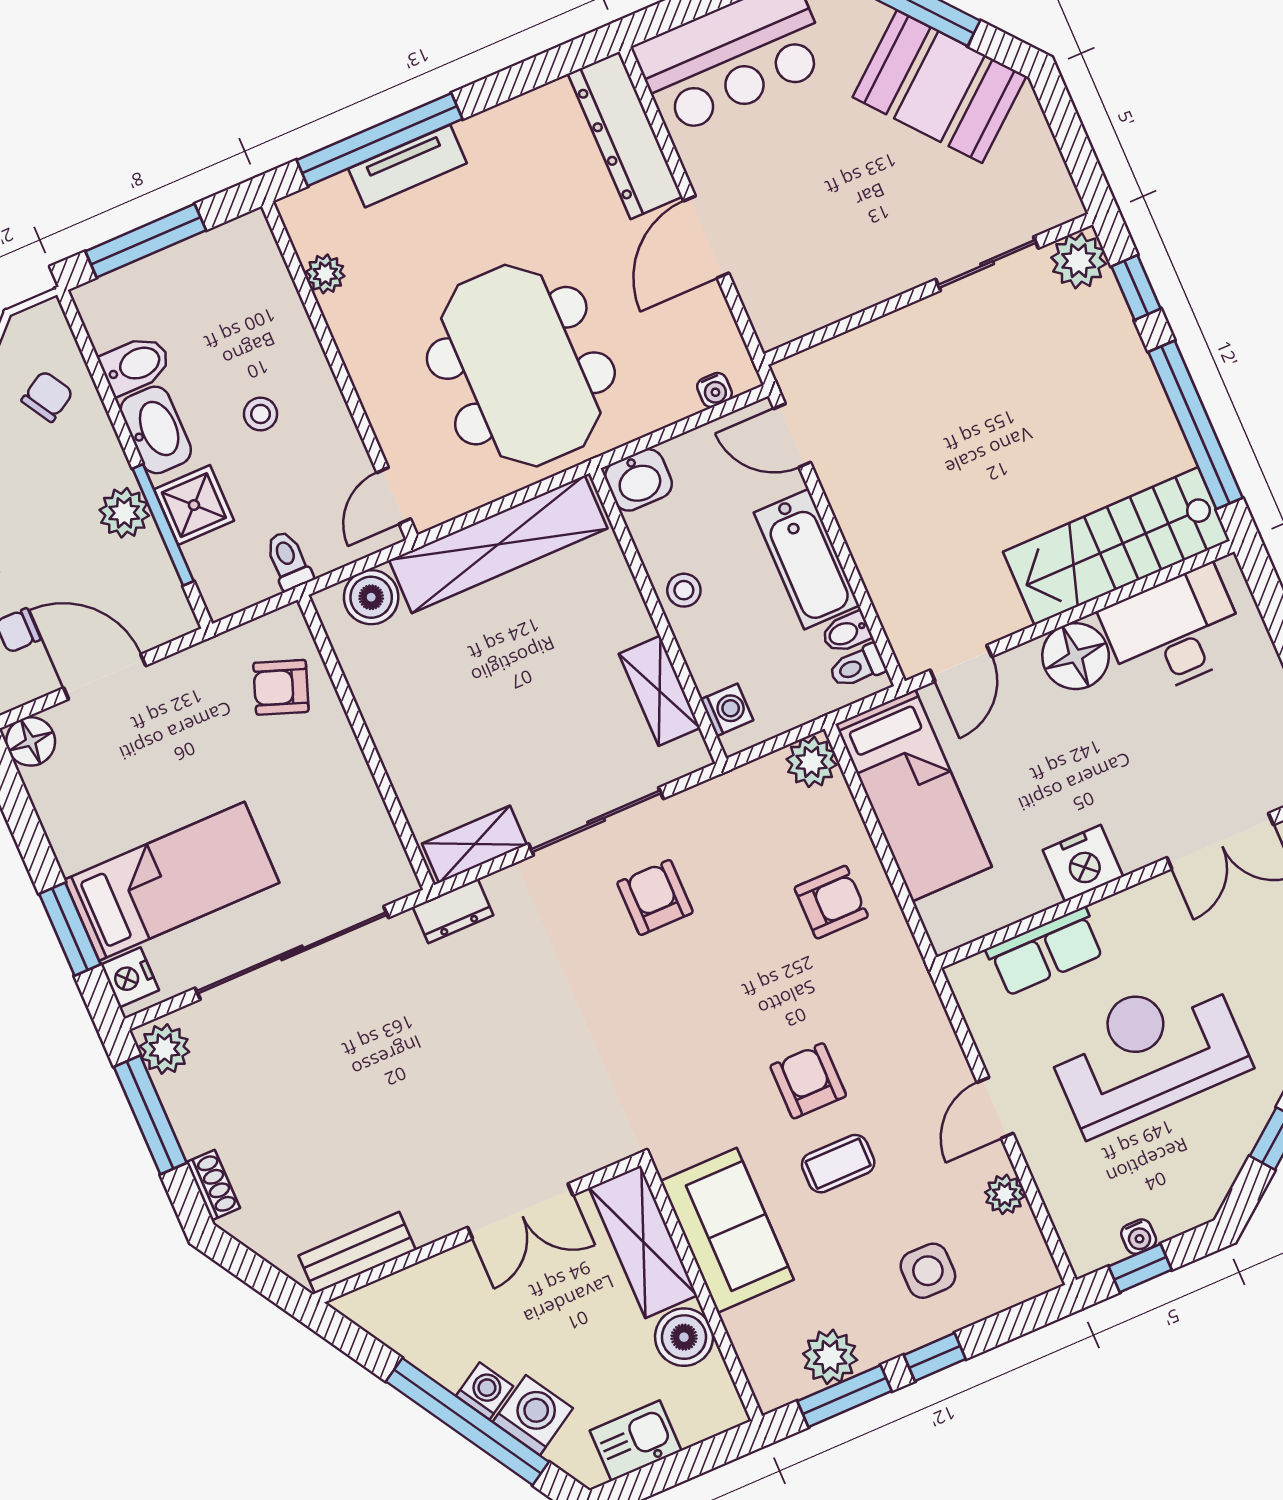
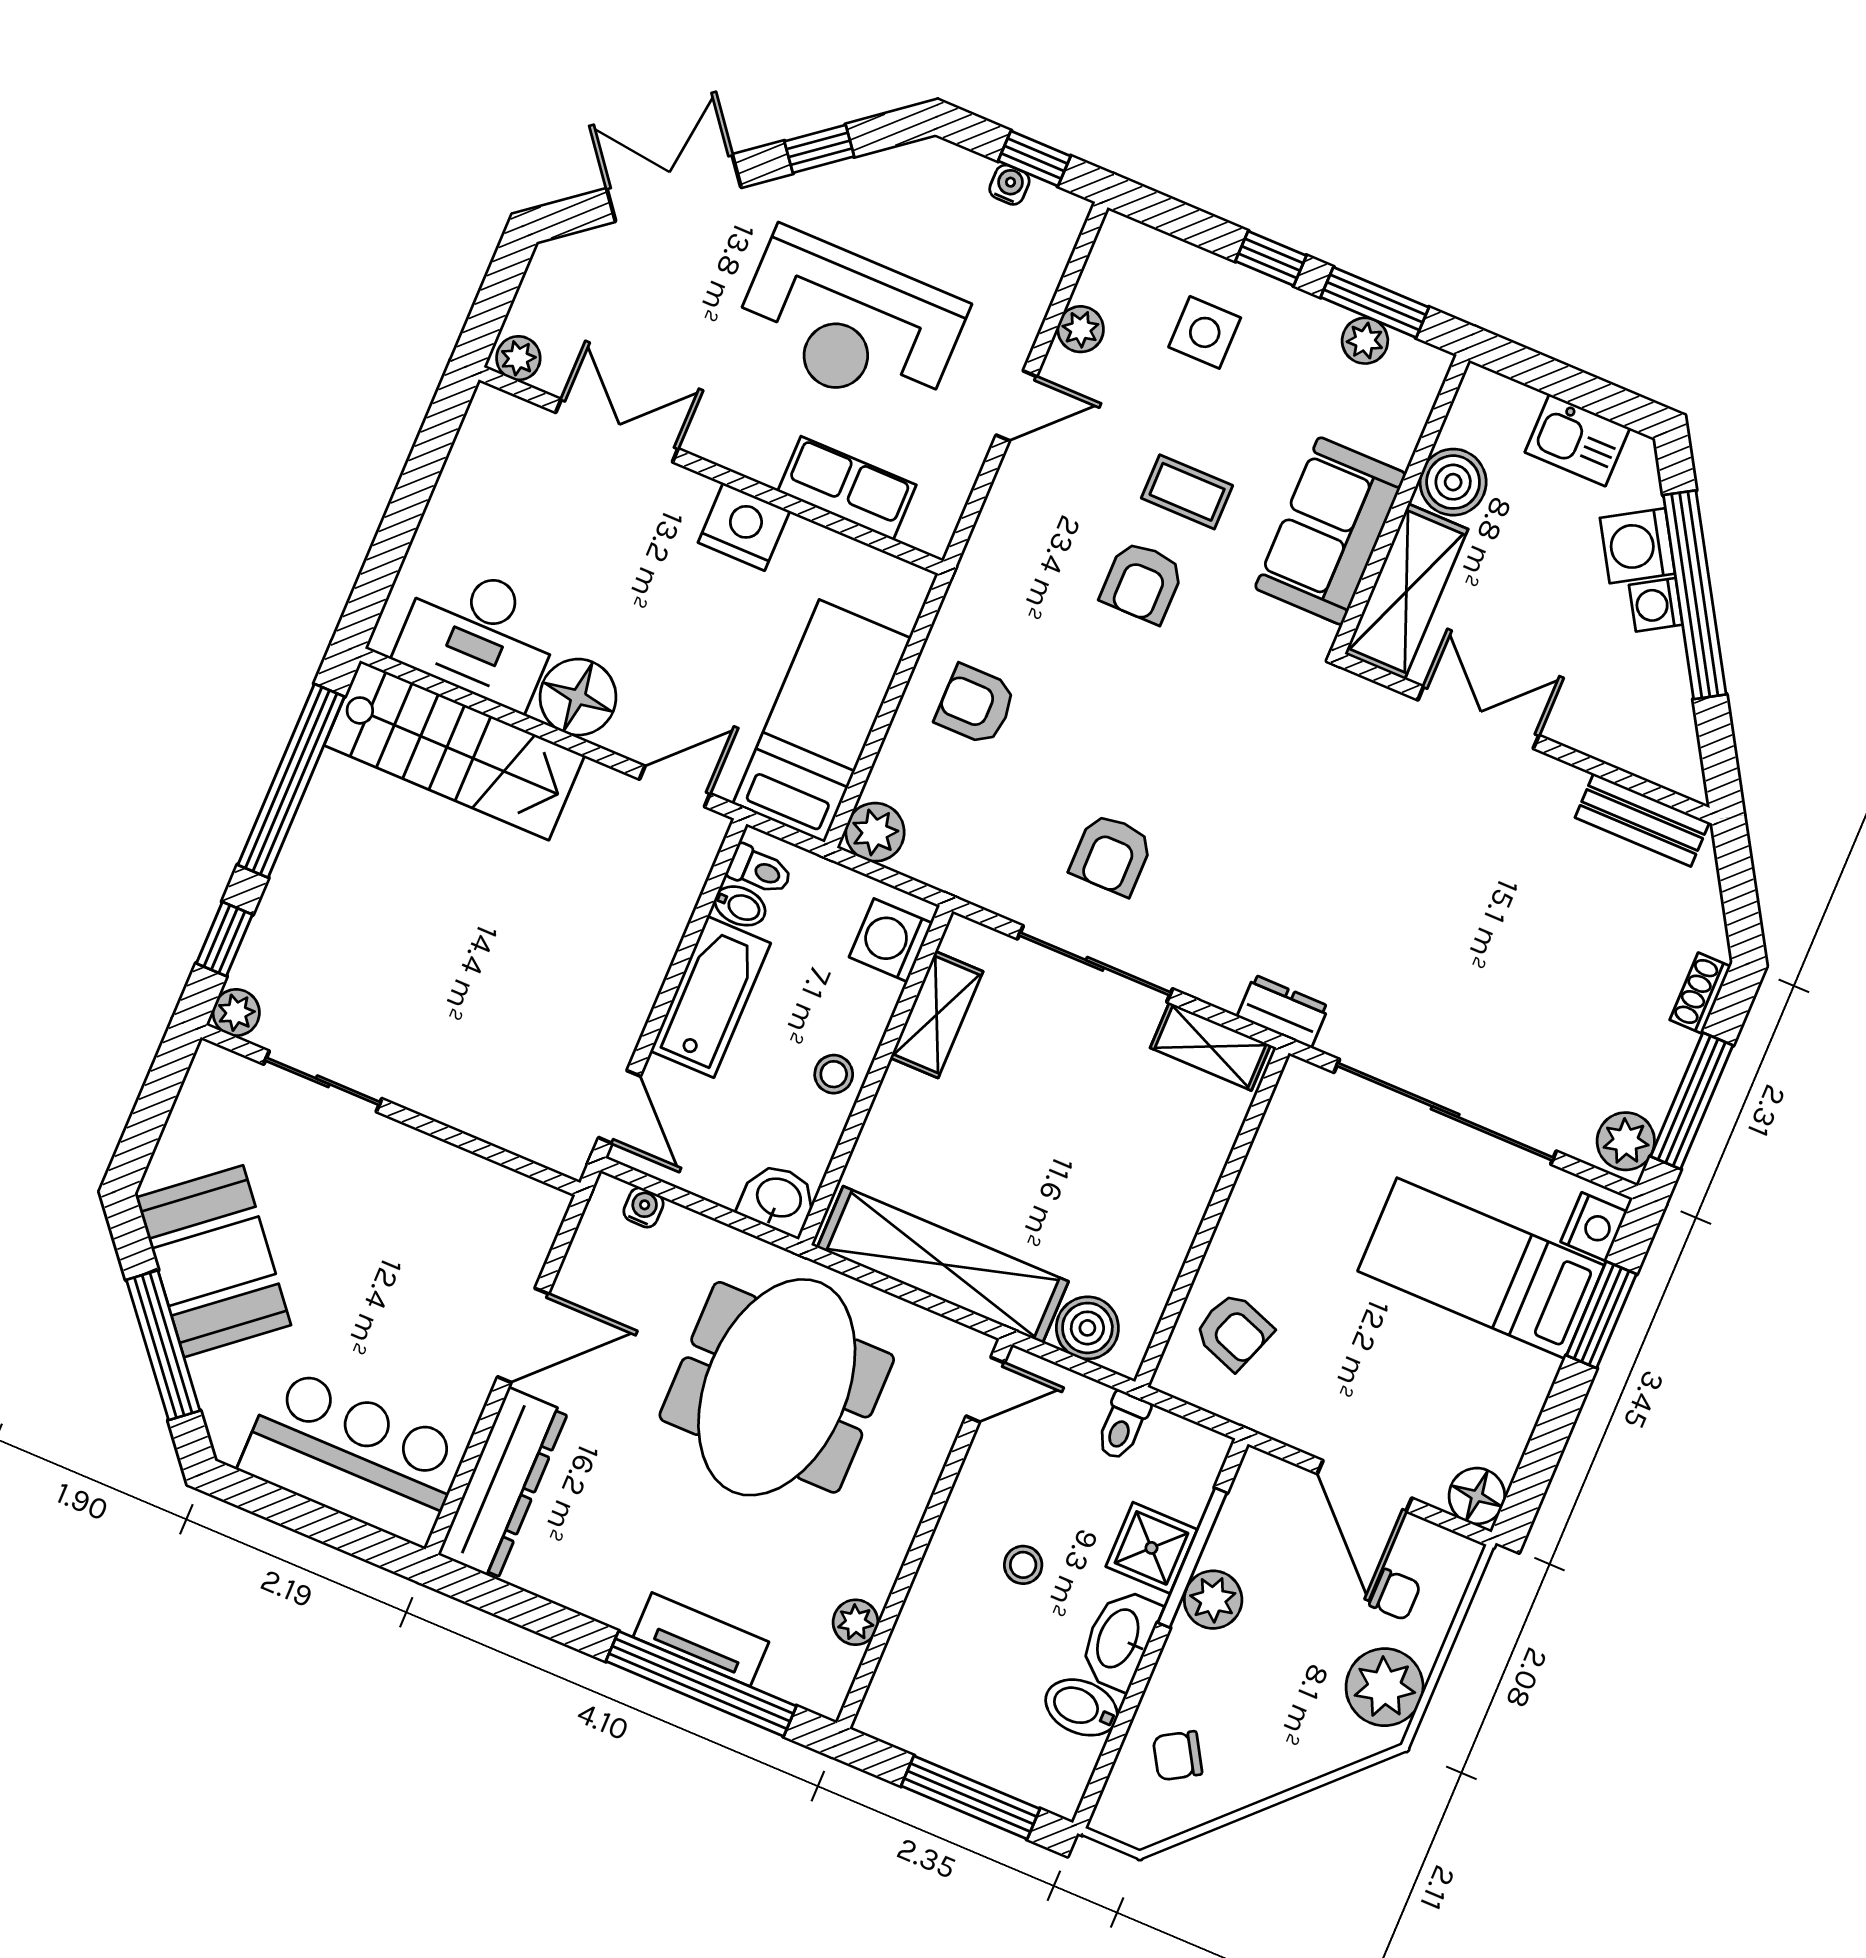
plant: (1079, 261) -> (236, 1013), width x0.73, depth x0.73
washing machine: (727, 710) -> (891, 940), width x1.38, depth x1.38
plant: (830, 1357) -> (1365, 341), width x0.73, depth x0.73

